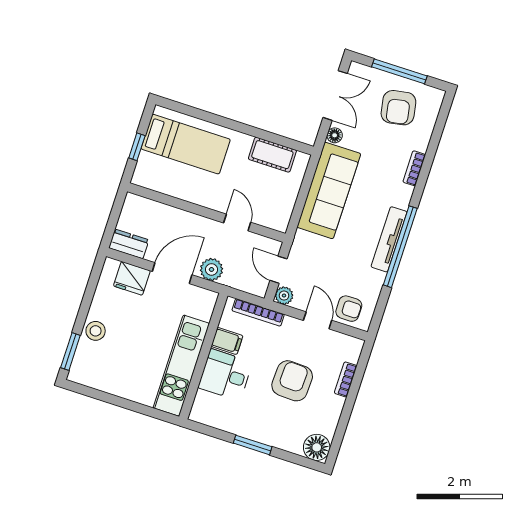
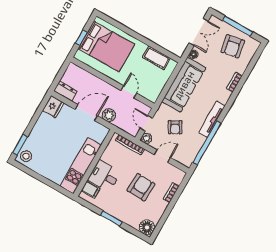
bed: (186, 144) -> (106, 46), width x1.50
window: (400, 247) -> (207, 143), moved
fridge: (132, 278) -> (53, 107), moved, turned -90
armchair: (349, 309) -> (175, 127), moved, turned 61
door: (318, 320) -> (162, 156), hinge flipped
stool: (96, 331) -> (26, 156), moved
filing cabinet: (227, 341) -> (90, 190), moved

